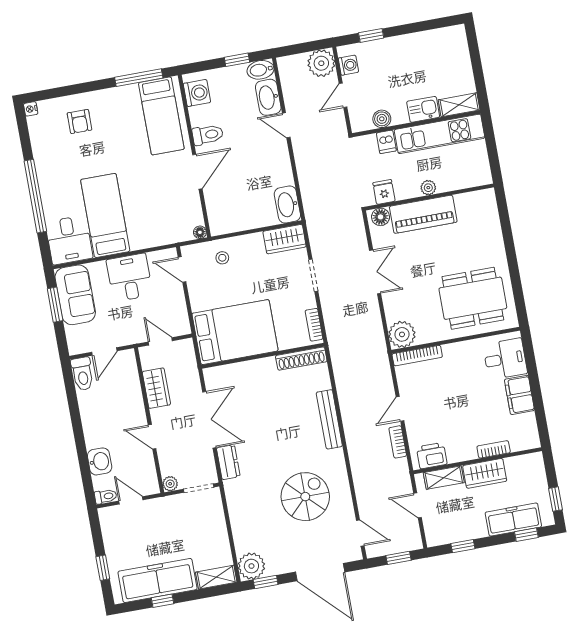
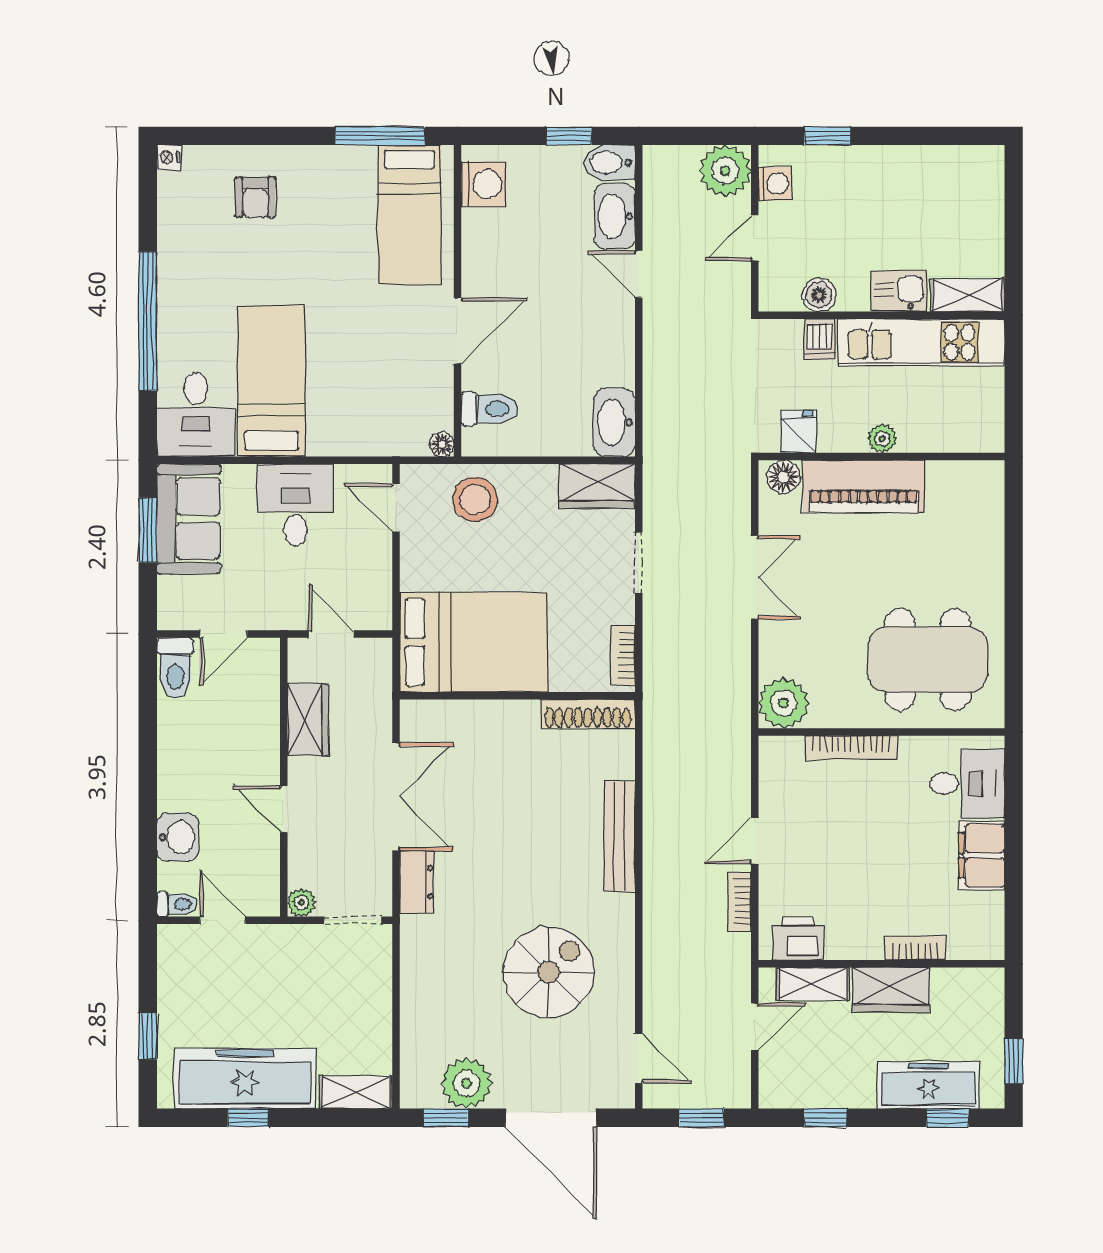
toilet: (208, 135) -> (489, 409), moved
stool: (222, 258) -> (475, 500), width x1.89, depth x1.89
bookcase: (417, 356) -> (851, 747), moved
door: (418, 505) -> (755, 1026), swing flipped
plant: (251, 566) -> (467, 1083), moved

